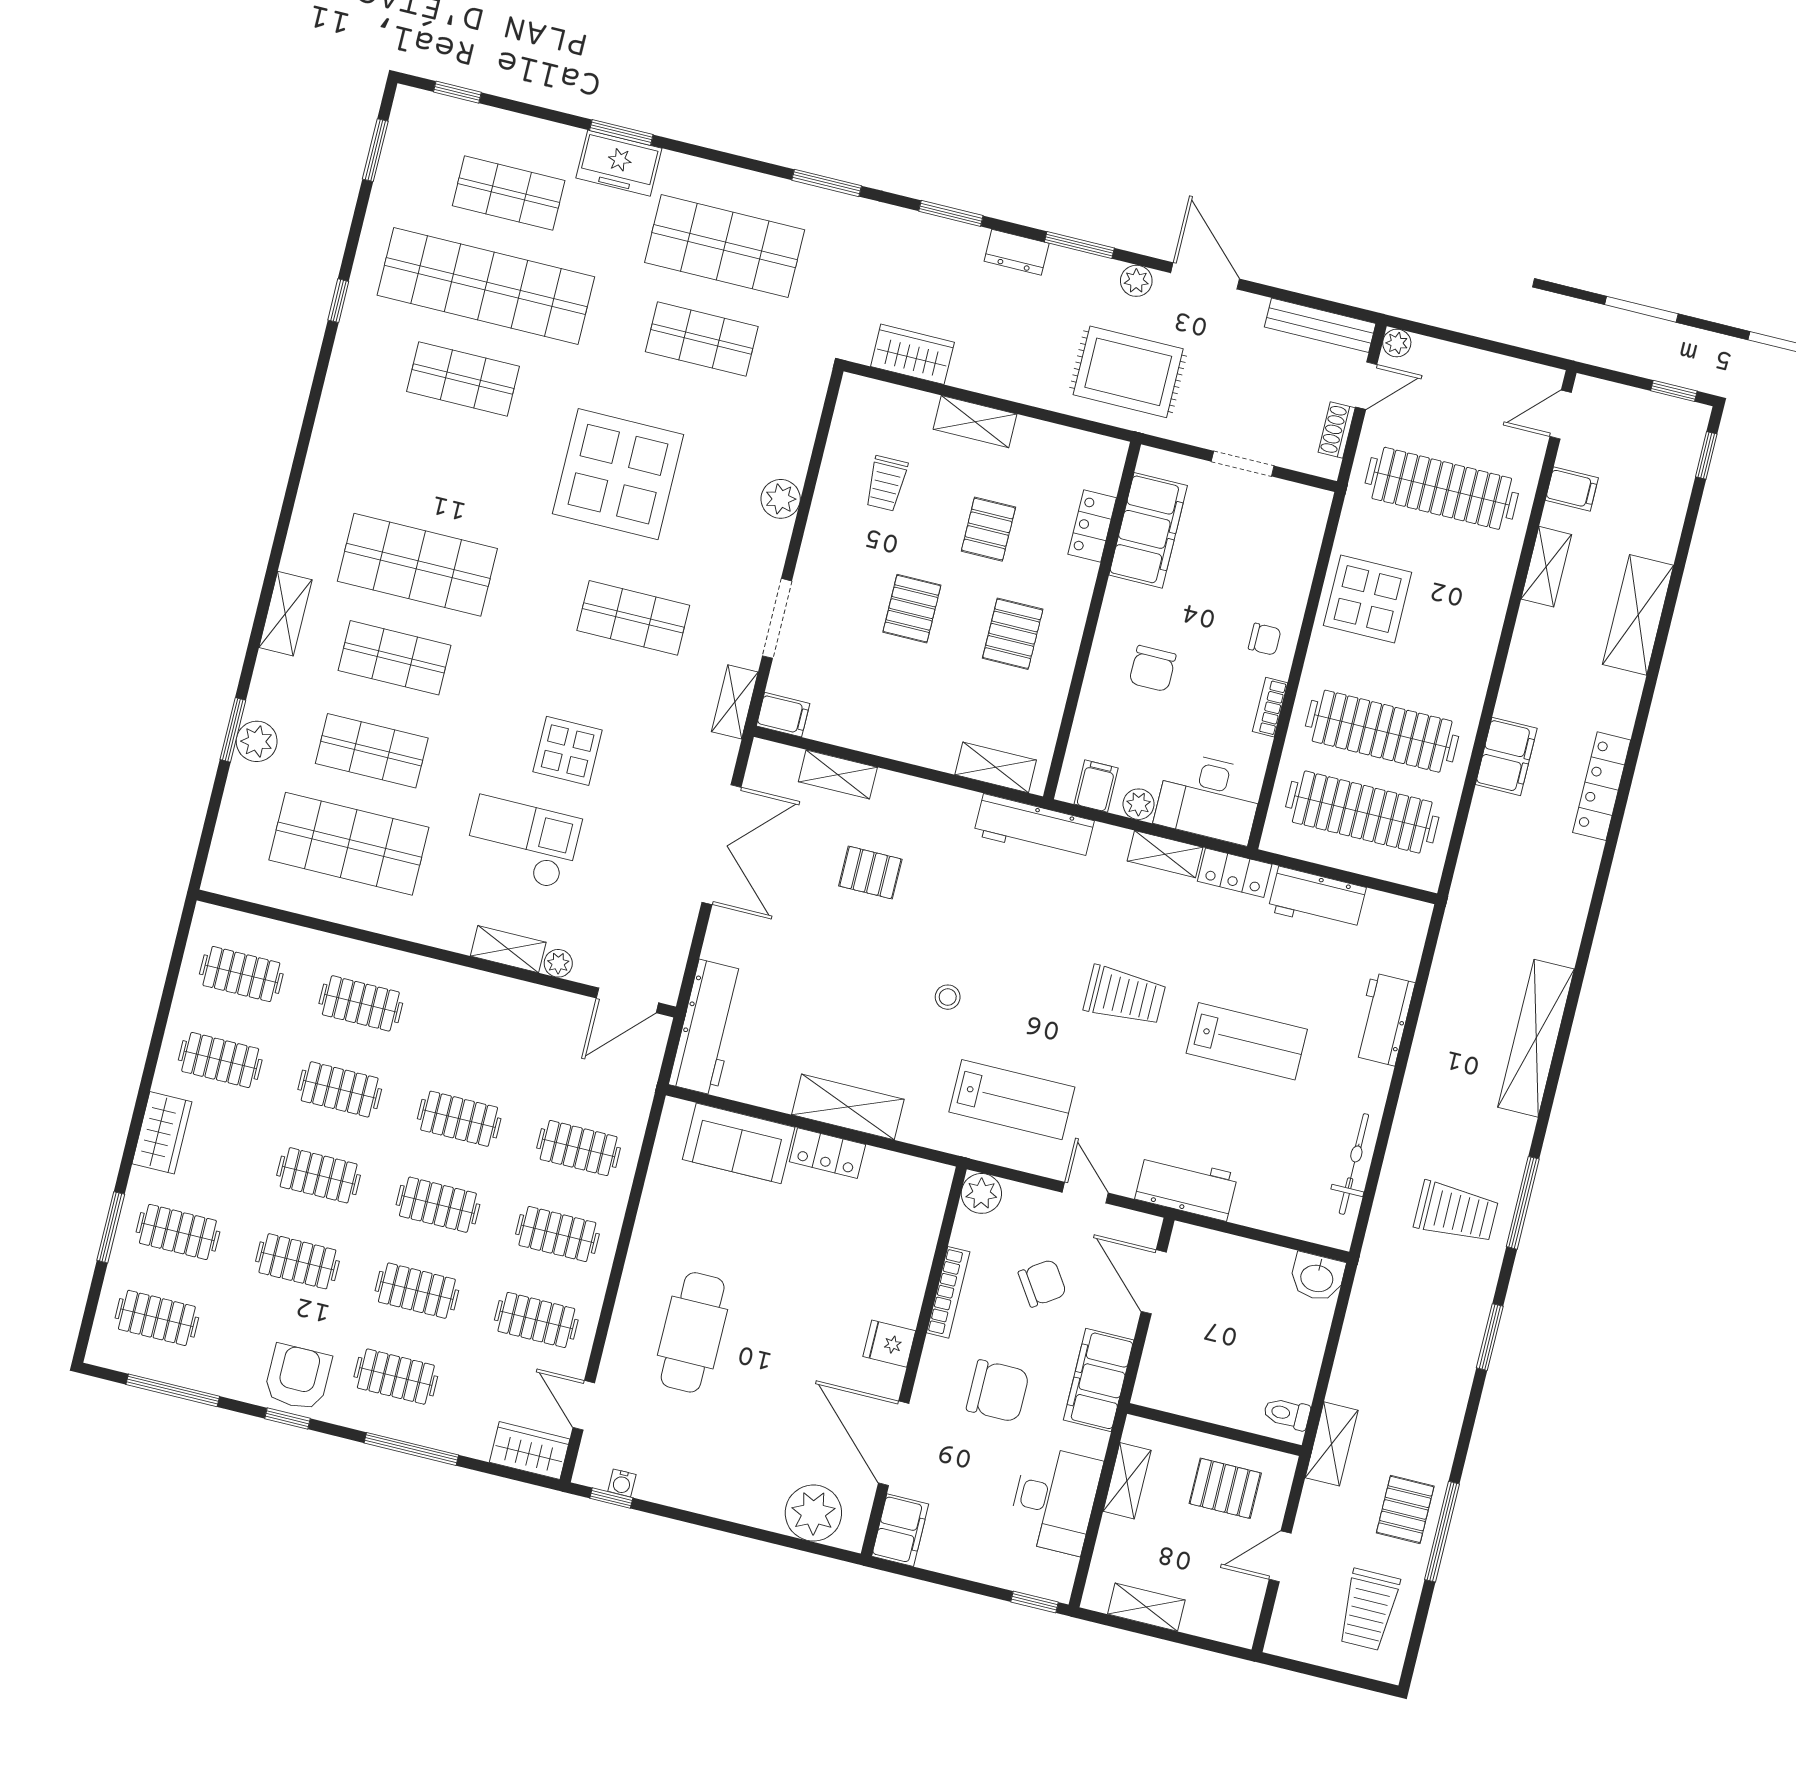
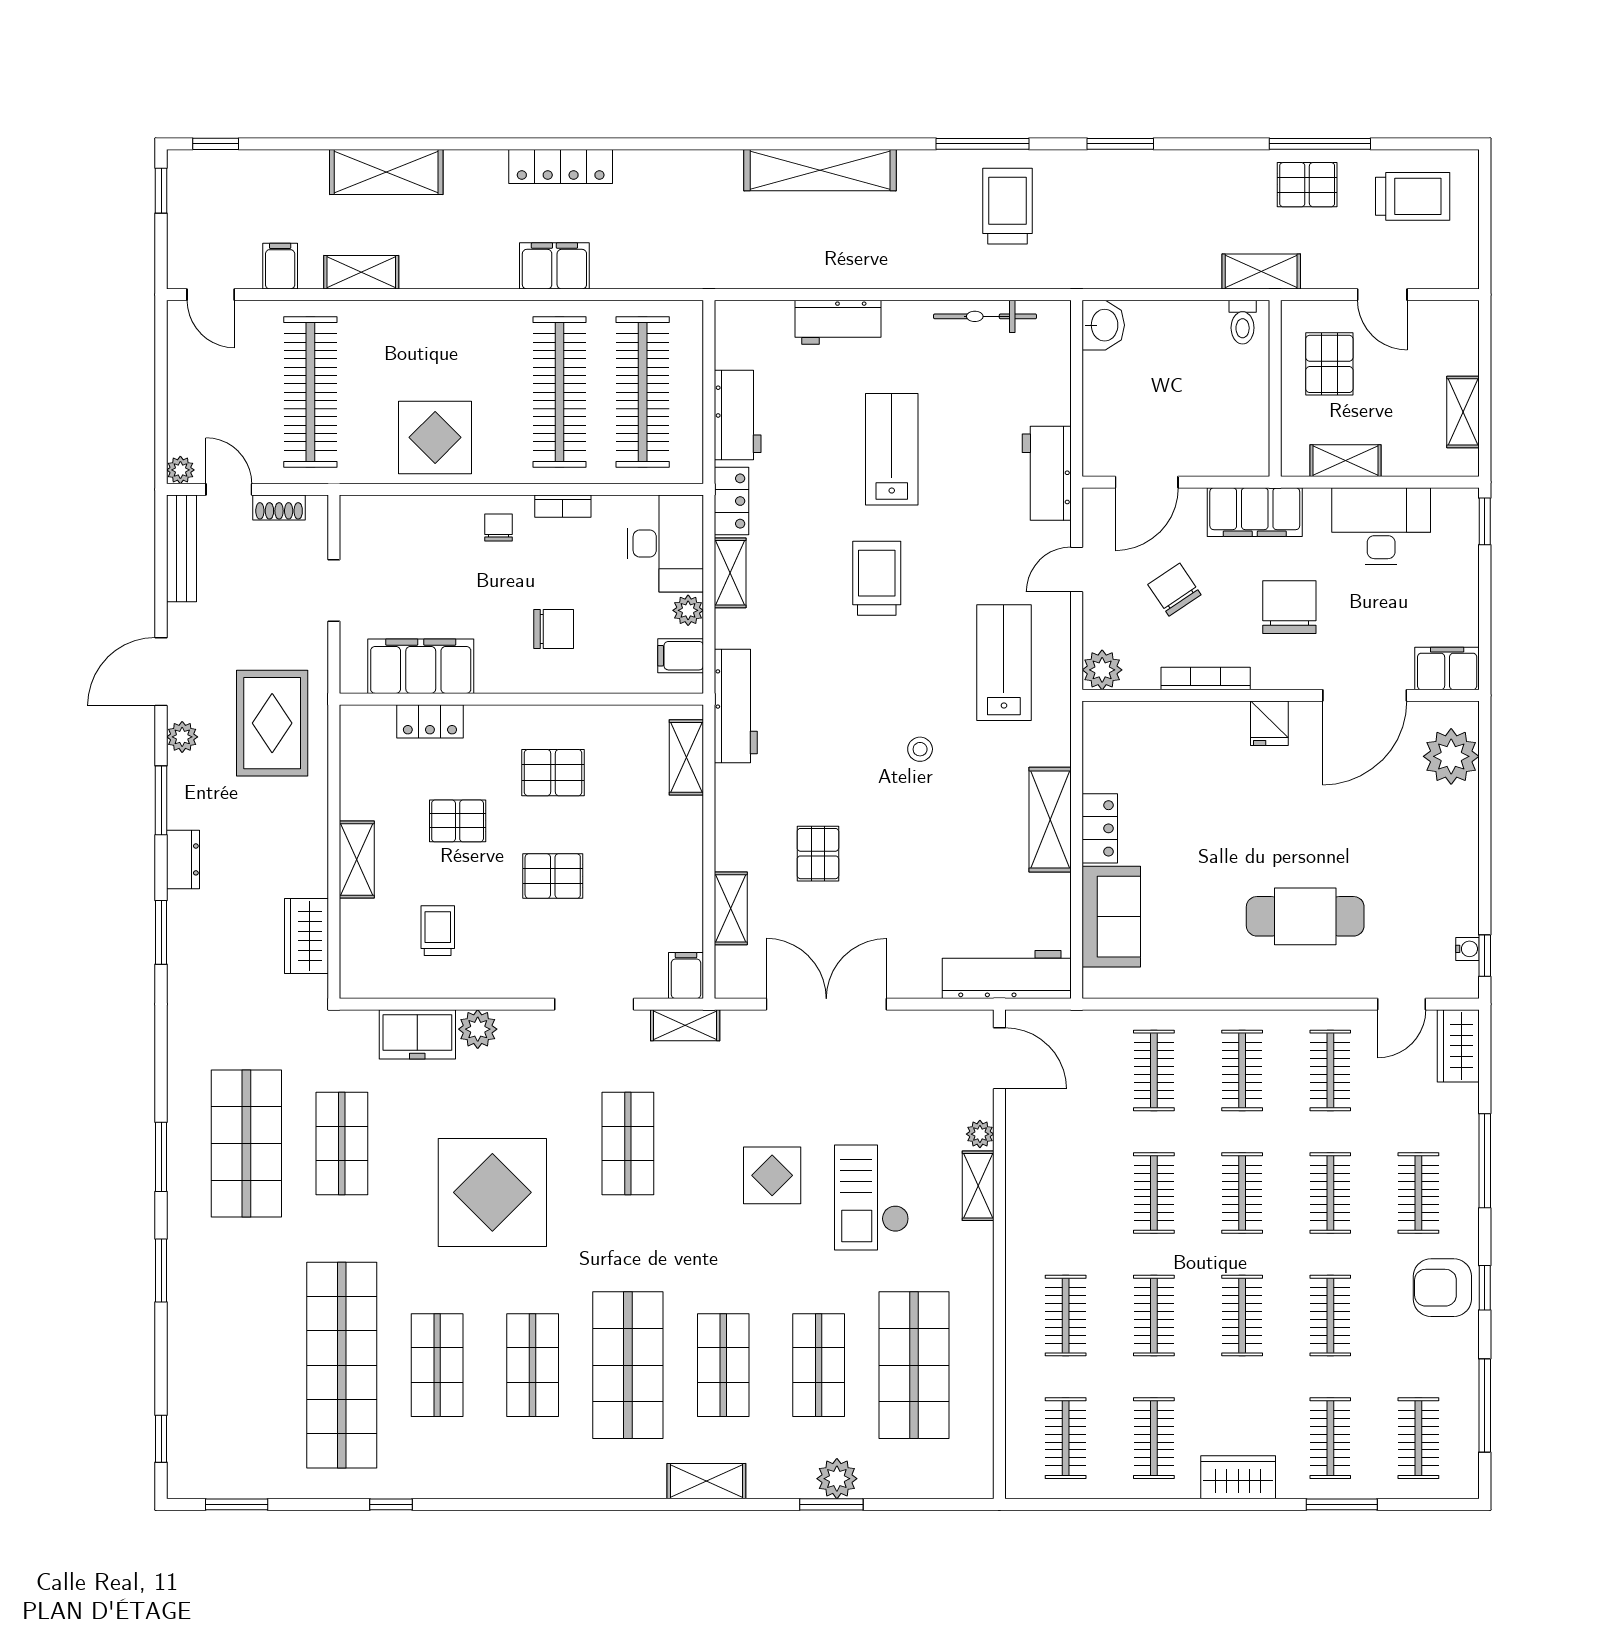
freezer: (619, 163) -> (417, 1034), moved, turned 90
window: (827, 183) -> (161, 1157), moved
shop shelf: (509, 193) -> (533, 1365), moved
trolley: (886, 483) -> (438, 931), turned -90

